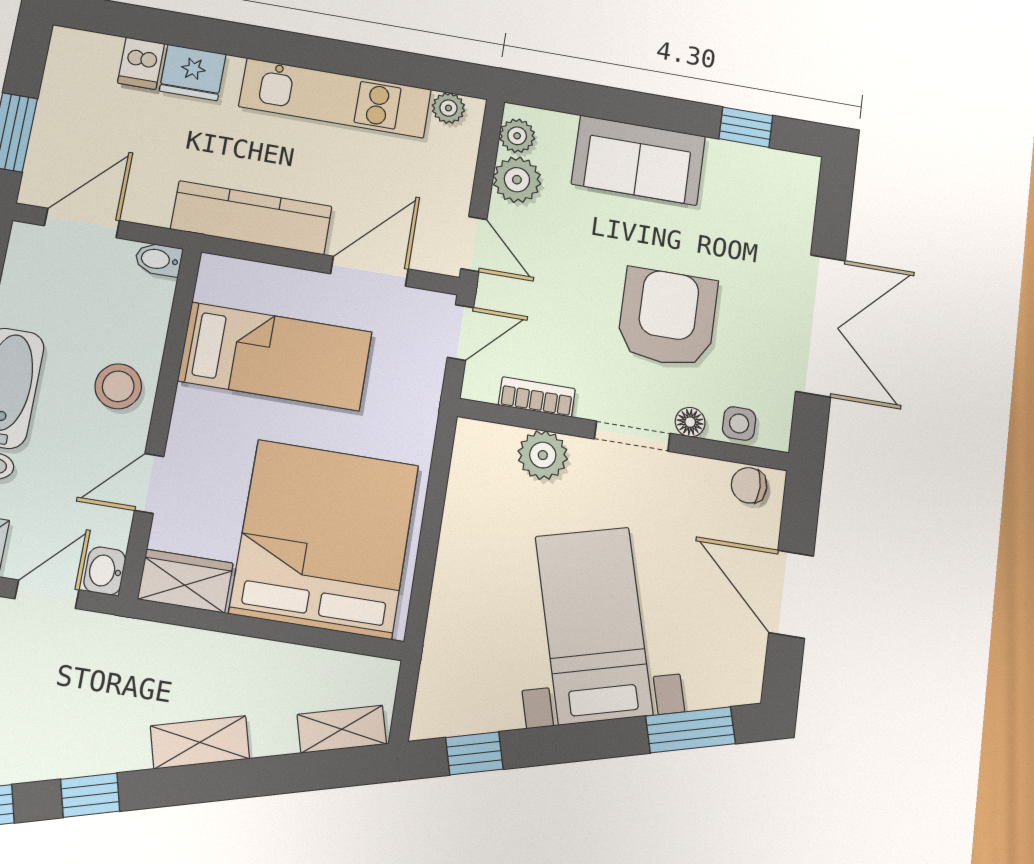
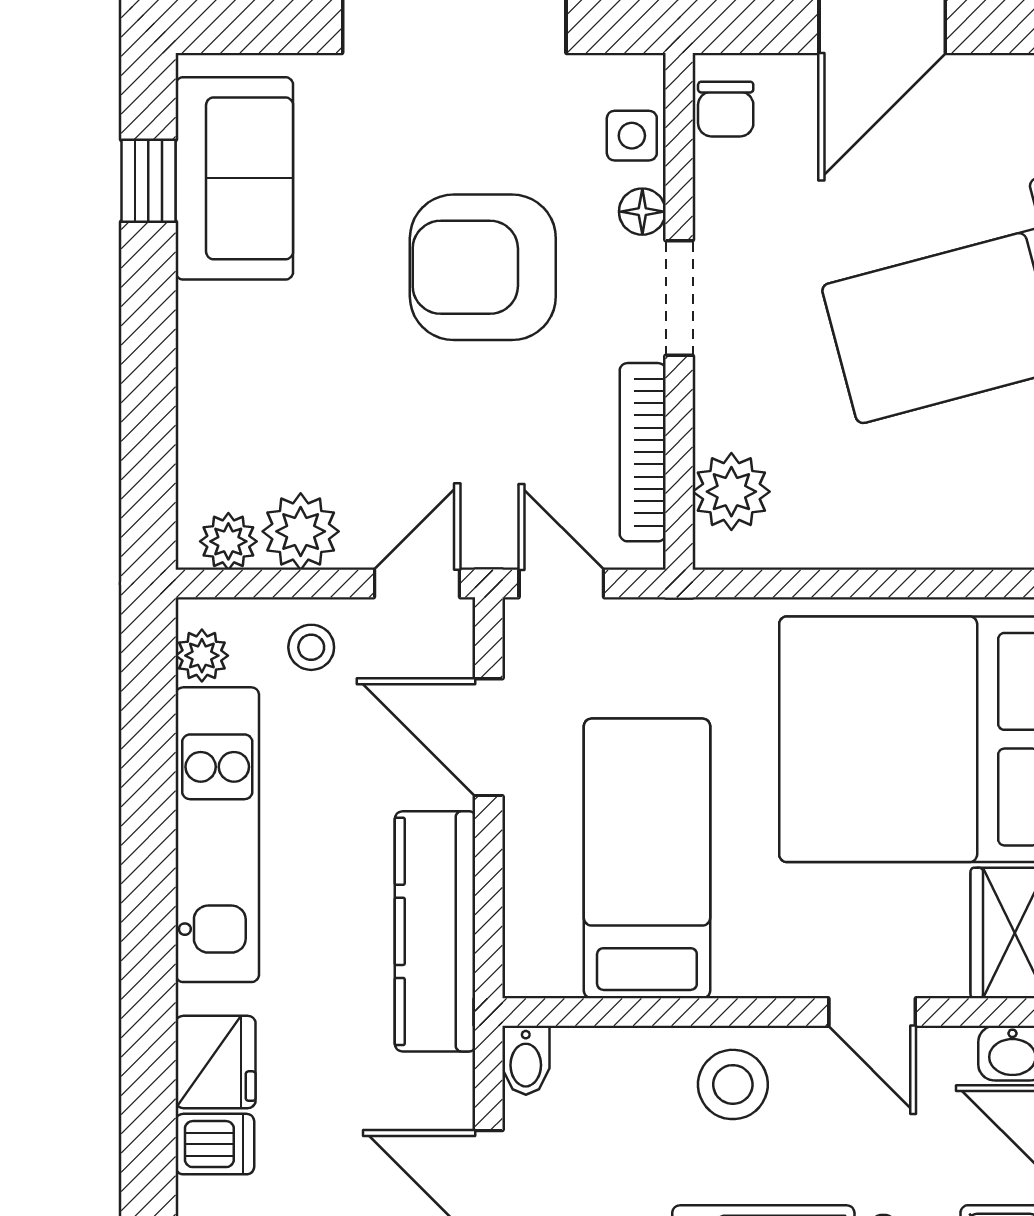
sofa: (639, 160) -> (234, 178), moved
stool: (443, 174) -> (311, 647), added
bookcase: (537, 397) -> (643, 452), width x1.56
plant: (543, 455) -> (731, 492), moved

